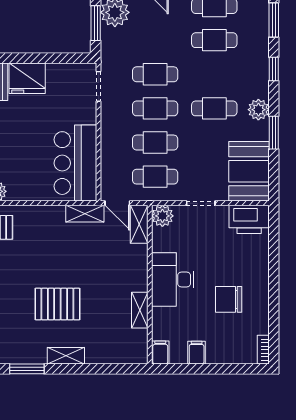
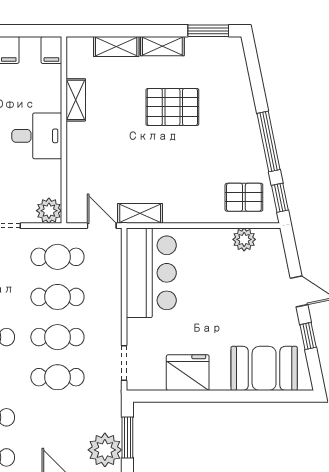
fridge: (27, 78) -> (188, 373), moved
shelving: (139, 224) -> (116, 47), moved, turned 90
desk: (173, 280) -> (37, 136), width x0.73

